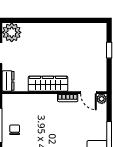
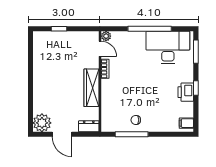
door: (88, 93) -> (100, 49), hinge flipped

